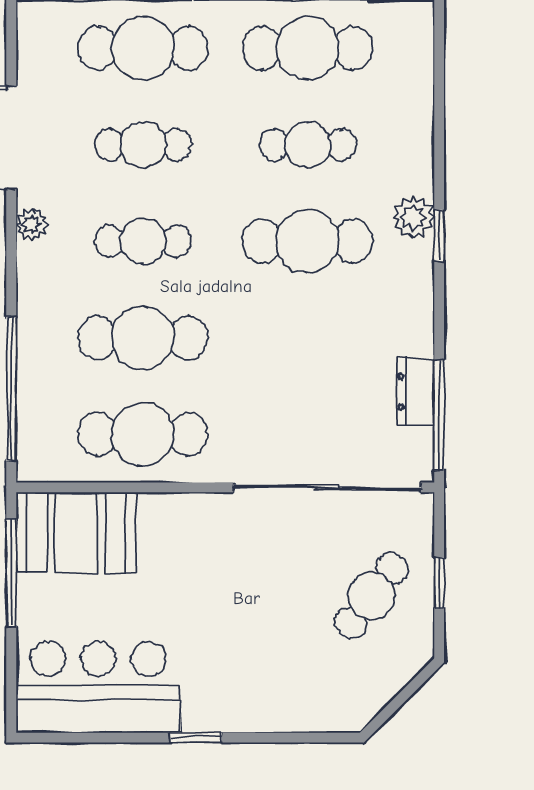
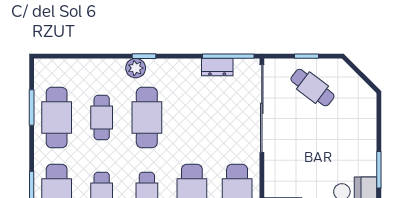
window: (196, 738) -> (379, 170), width x1.50

